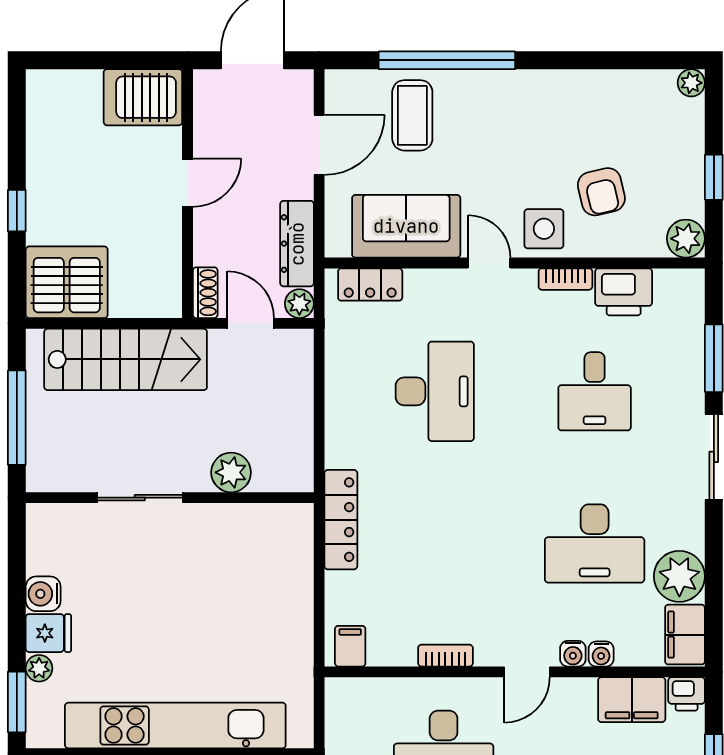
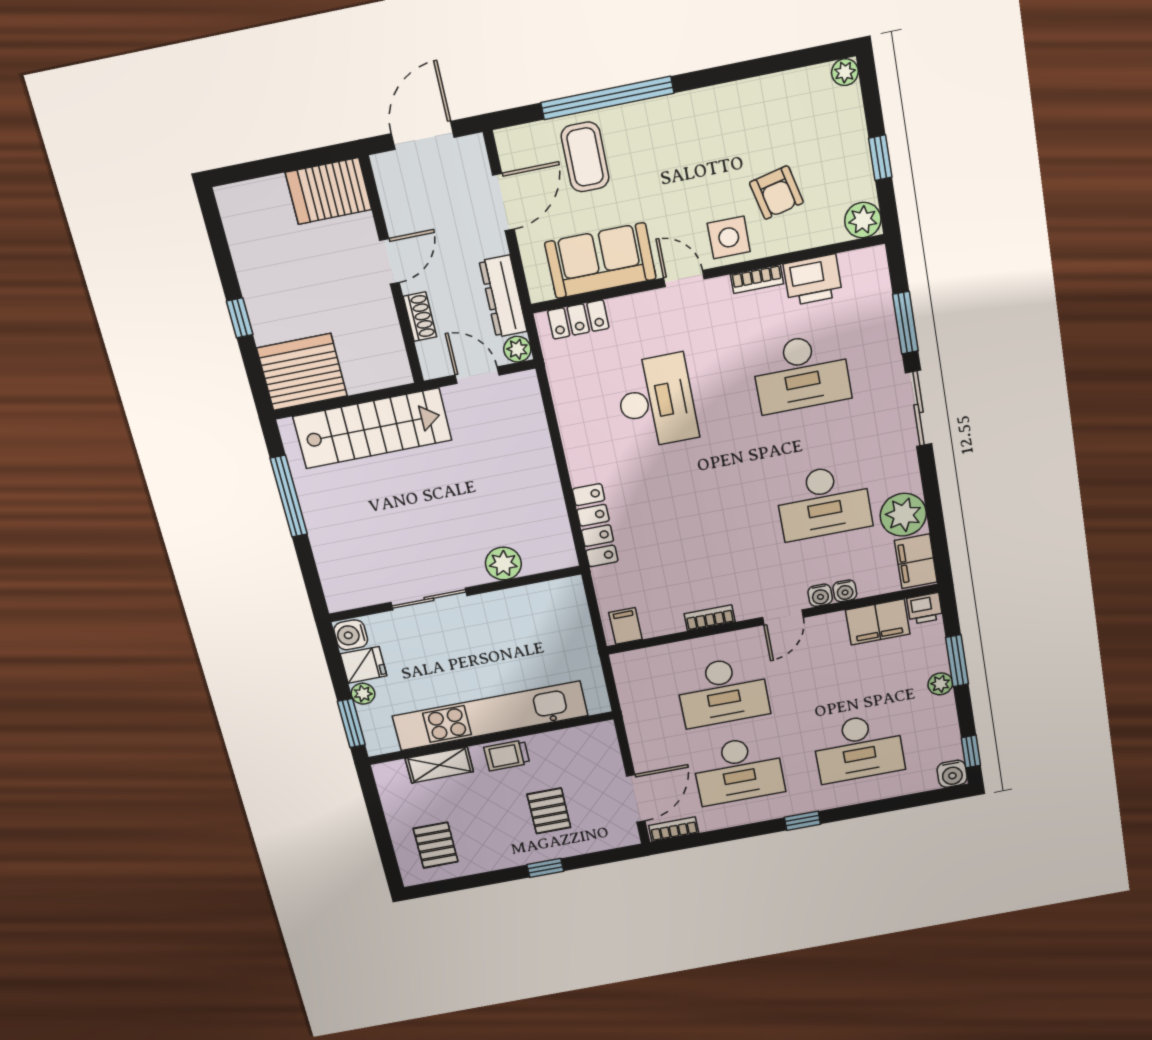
shoe rack: (205, 293) -> (420, 317), moved
desk: (595, 391) -> (801, 373), width x1.37
plant: (231, 472) -> (503, 564), moved
sliding door: (140, 498) -> (429, 599), moved
wall: (170, 498) -> (455, 594), moved

